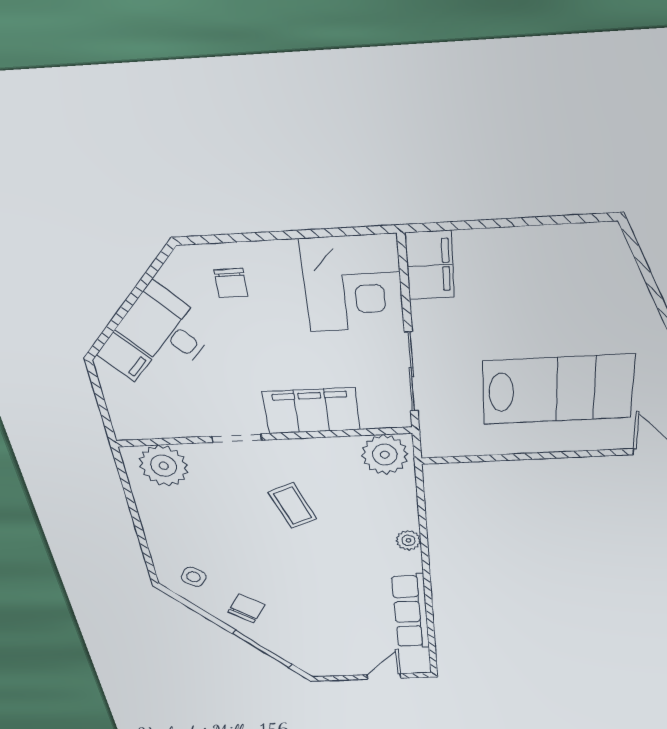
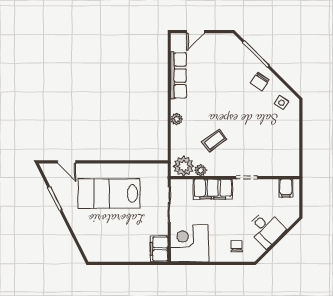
filing cabinet: (124, 357) -> (286, 188), moved, turned -135
plant: (164, 466) -> (201, 170), moved, width x0.53, depth x0.53
coffee table: (293, 506) -> (214, 140), moved, turned 74

